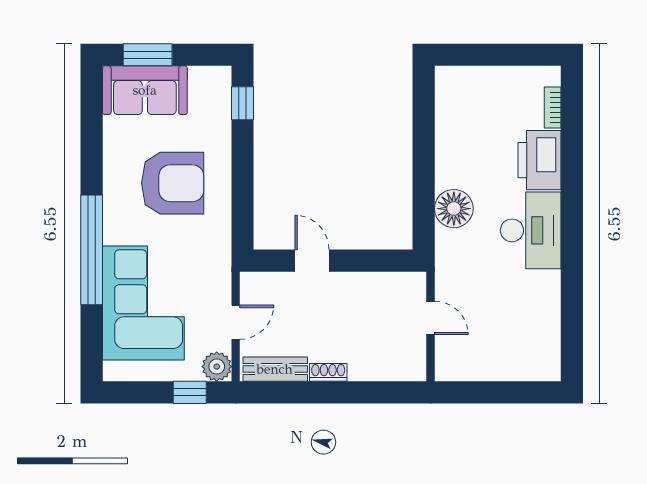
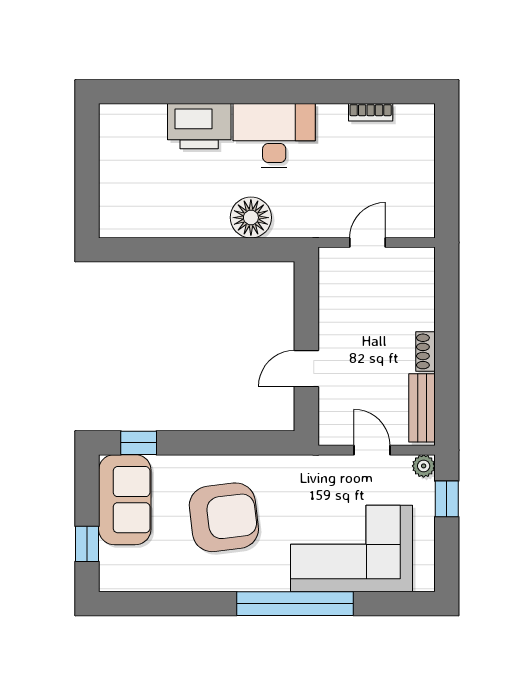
window: (148, 55) -> (87, 544), width x0.67
sofa: (145, 90) -> (125, 500), moved
bookcase: (553, 108) -> (371, 112), moved
armchair: (173, 183) -> (224, 517), turned 83
plant: (217, 367) -> (424, 466), width x0.73, depth x0.73

